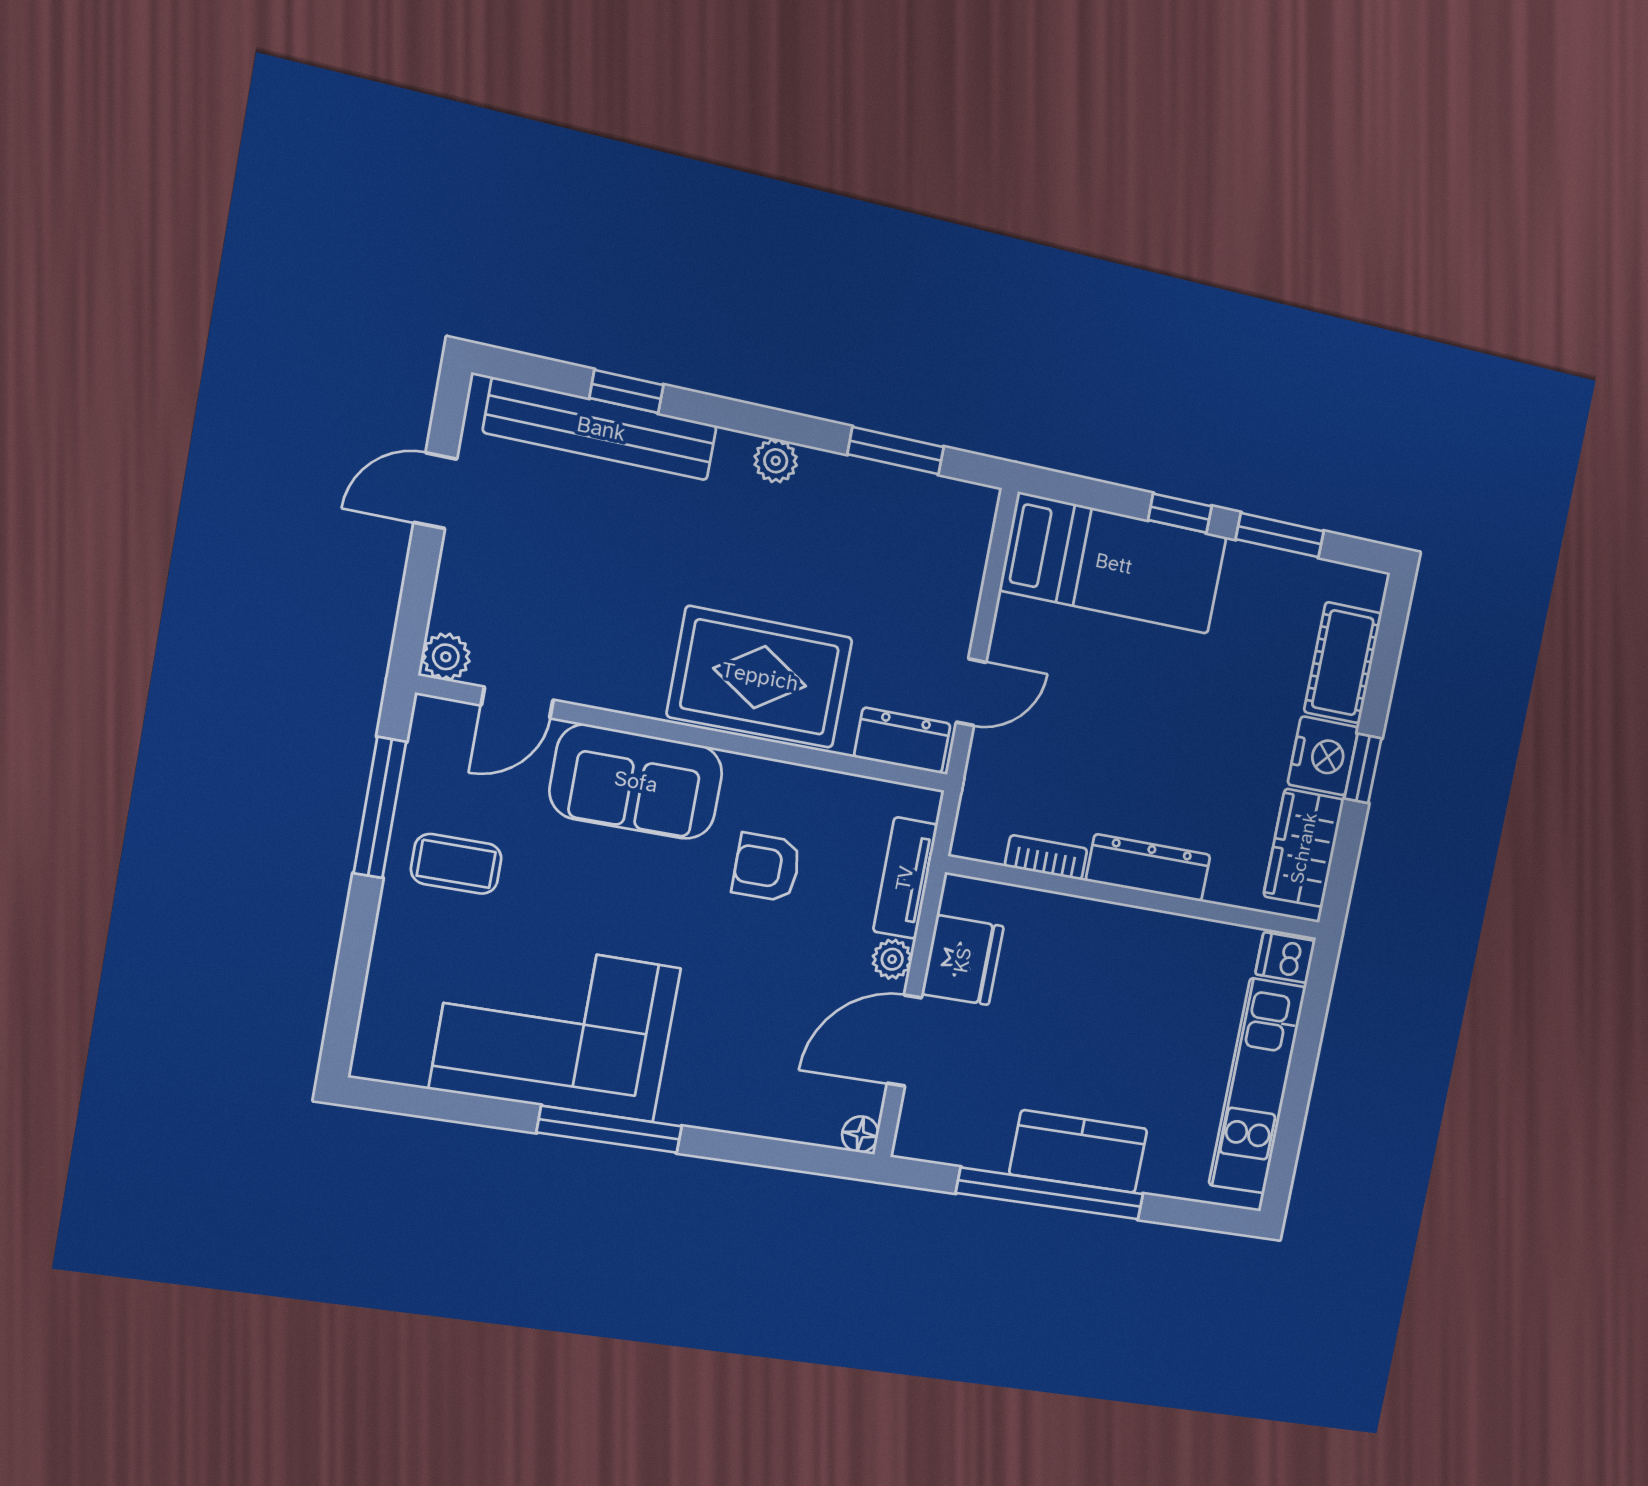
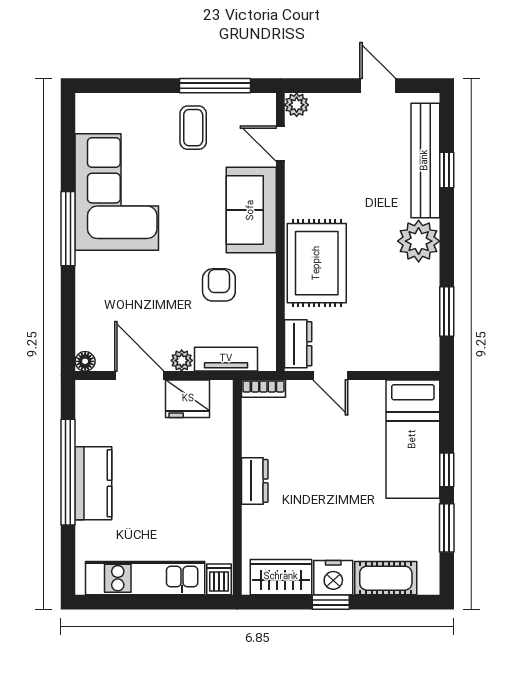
plant: (776, 461) -> (419, 241), width x1.87, depth x1.87
bookcase: (1046, 858) -> (263, 389), moved, turned 90
dresser: (1148, 868) -> (255, 481), width x0.70

